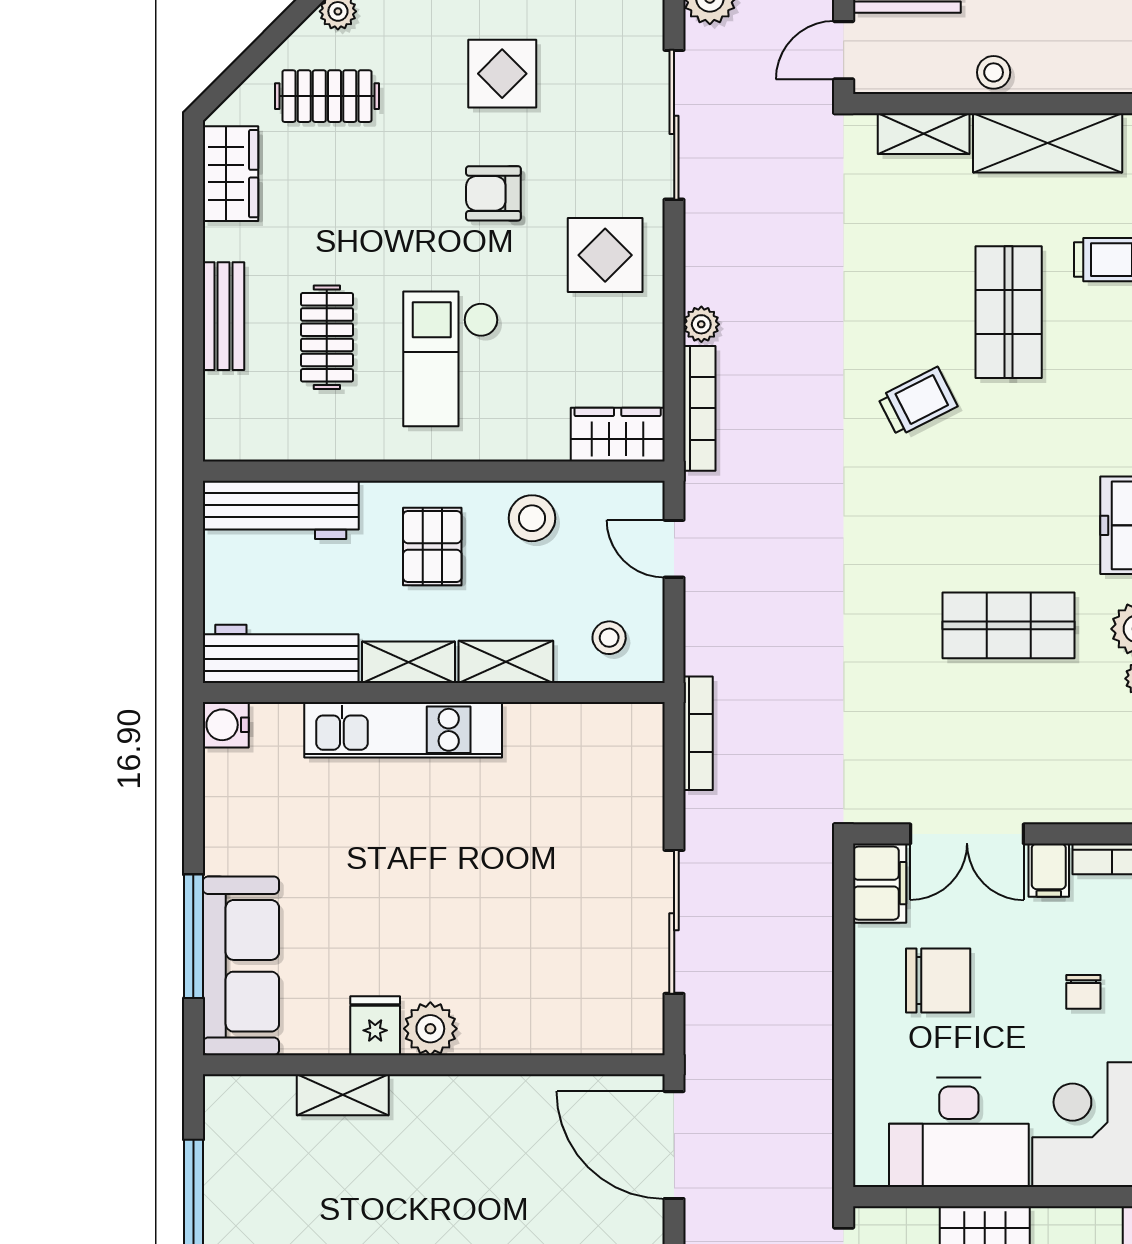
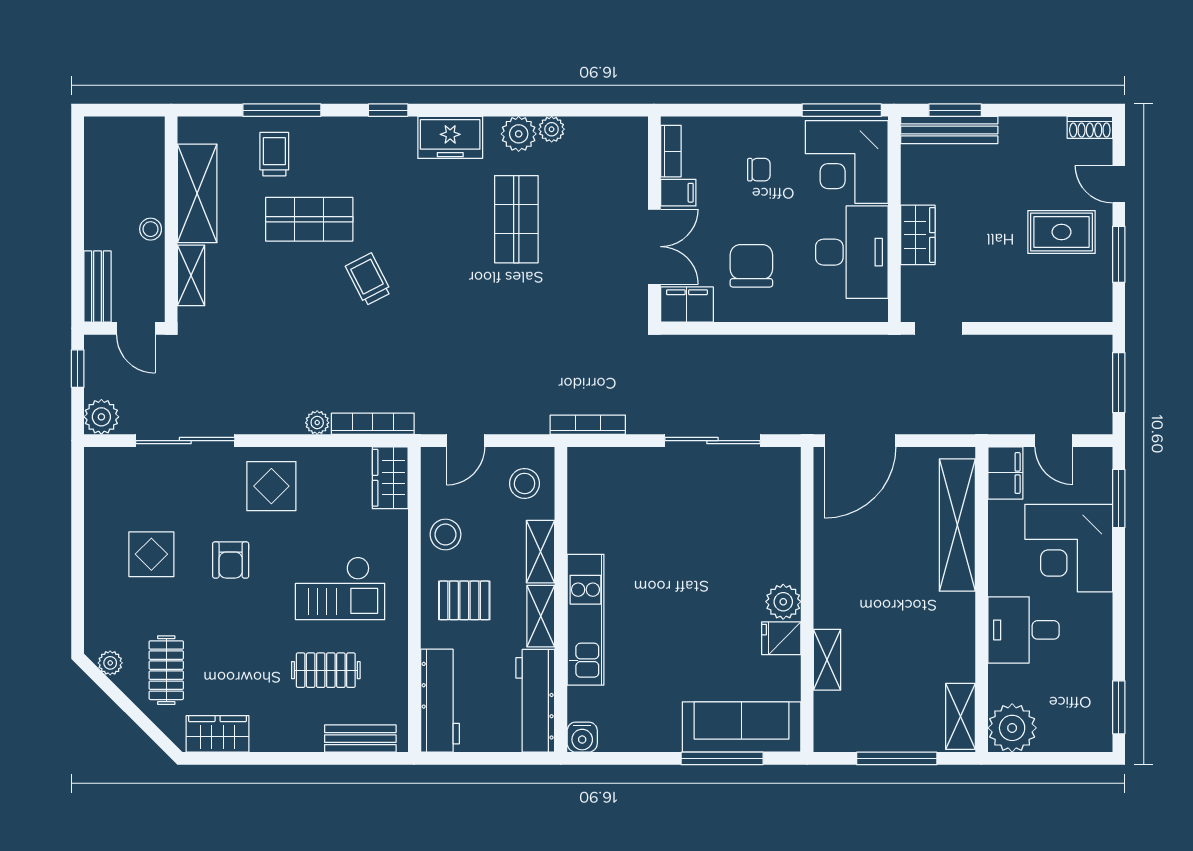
bench: (224, 316) -> (360, 739), moved
stool: (609, 638) -> (525, 483), width x1.37, depth x1.37

